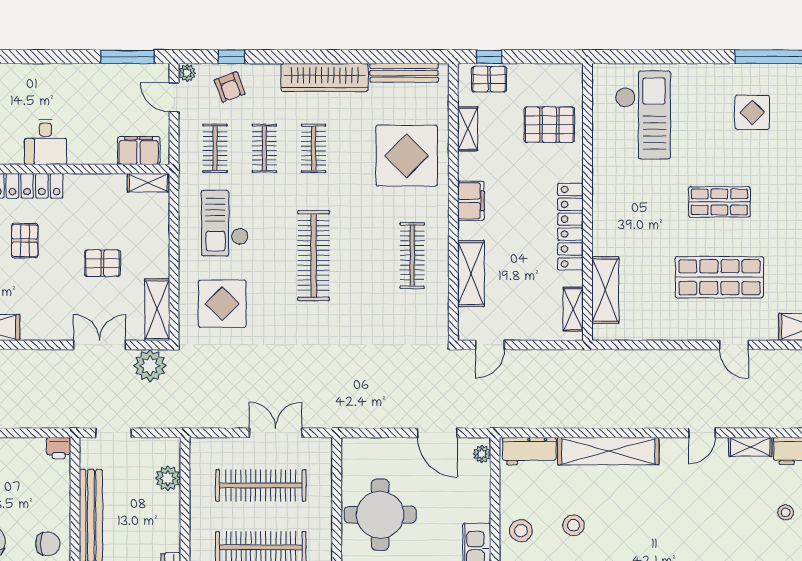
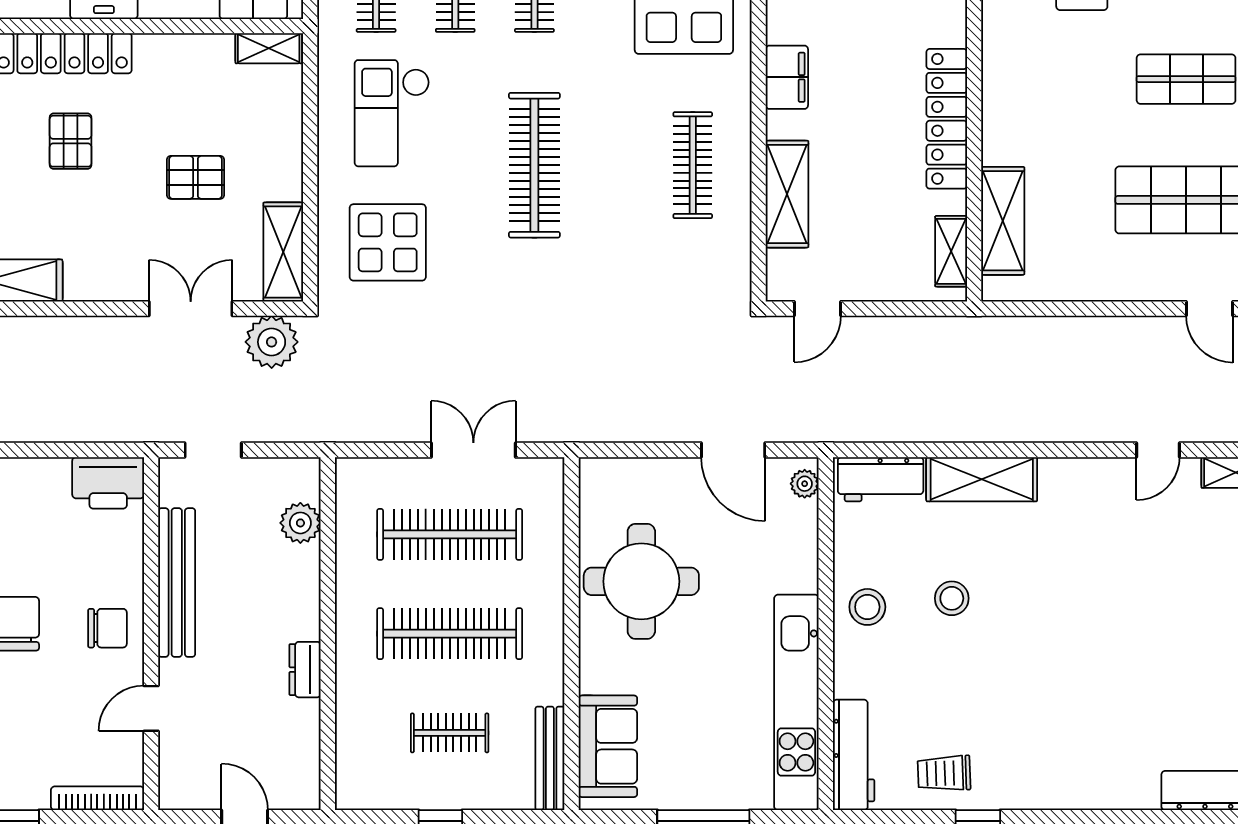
printer: (59, 448) -> (108, 483), width x1.87, depth x1.48
shelving: (608, 451) -> (982, 479), width x0.68

